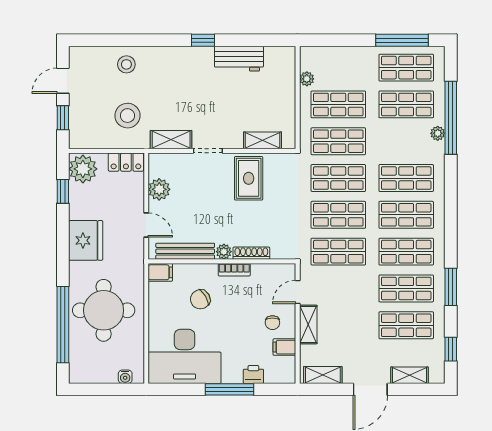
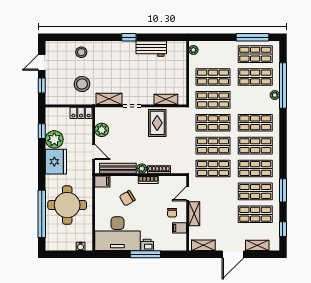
plant: (307, 79) -> (193, 50), moved
plant: (83, 169) -> (54, 139), moved
printer: (253, 374) -> (147, 245), moved

